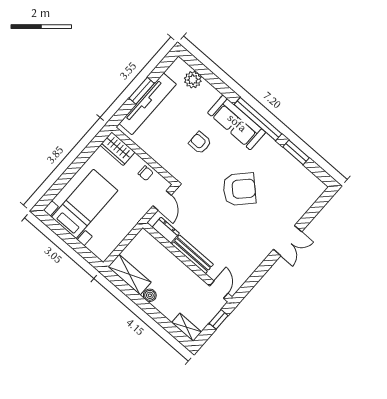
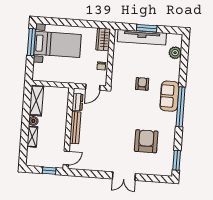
sofa: (237, 123) -> (169, 96), width x0.73
window: (296, 152) -> (177, 160), moved
armchair: (239, 189) -> (146, 141), moved, turned -134
window: (60, 231) -> (31, 42), added
shelving: (187, 327) -> (32, 137), moved

